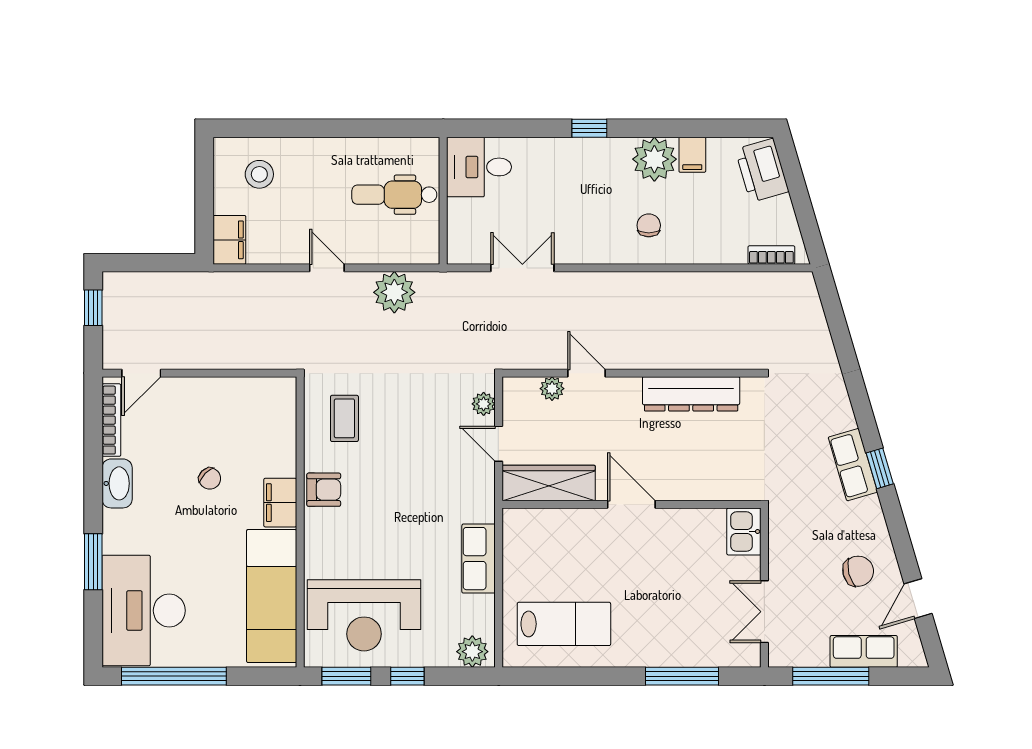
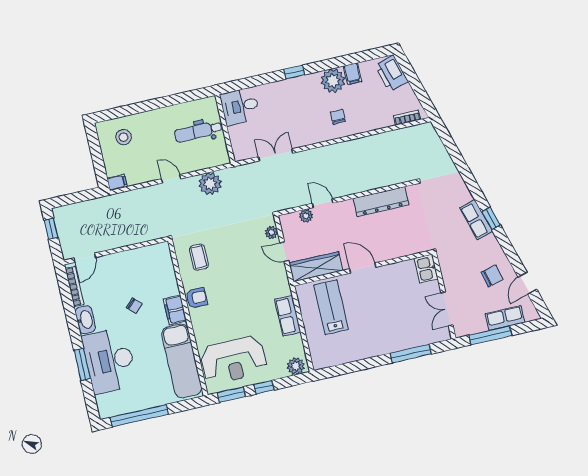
filing cabinet: (229, 240) -> (117, 182), width x0.50
desk: (144, 611) -> (110, 361), moved
lab bench: (564, 624) -> (331, 307), moved, turned -90

